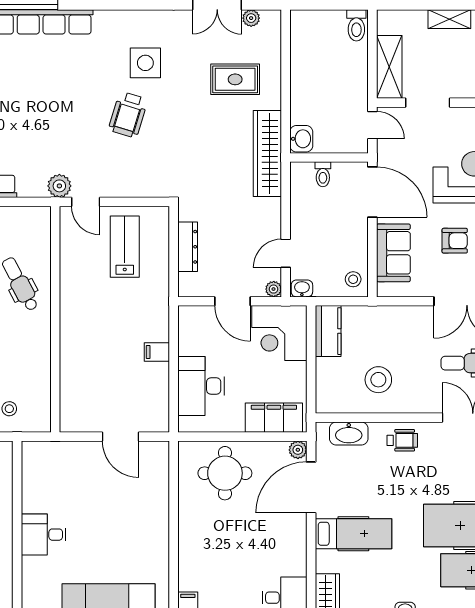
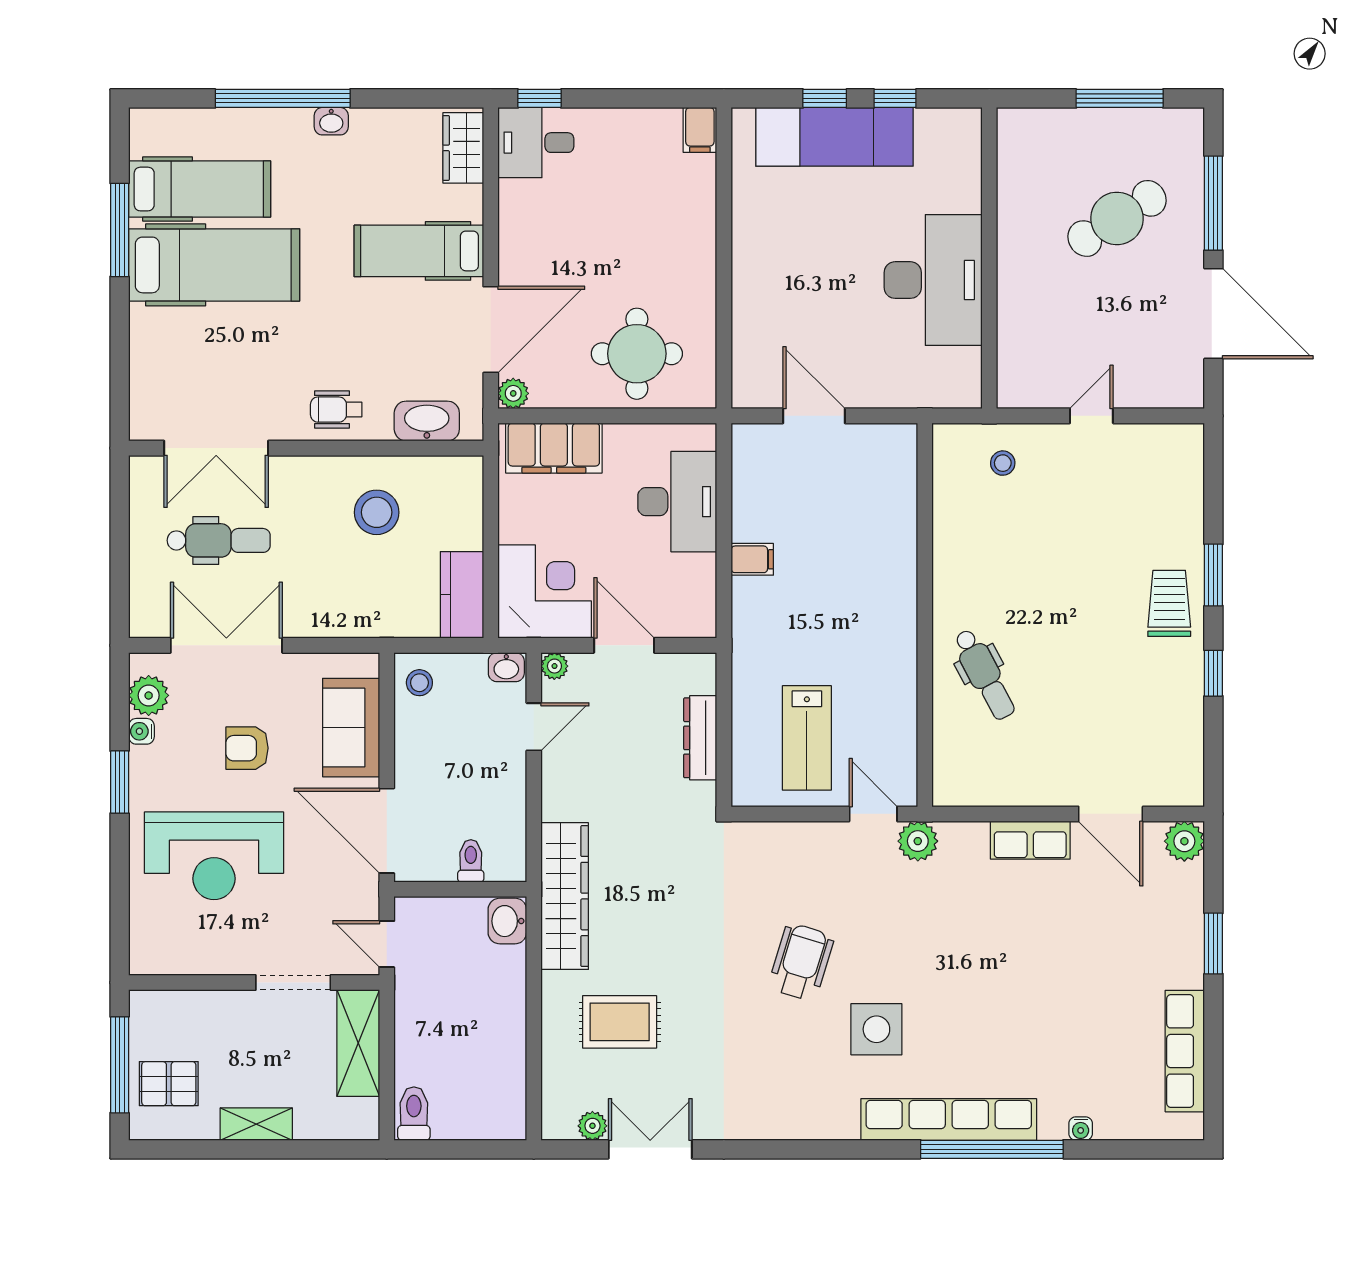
side table: (145, 63) -> (876, 1029), moved
desk: (44, 535) -> (933, 280), width x1.87, depth x1.30

